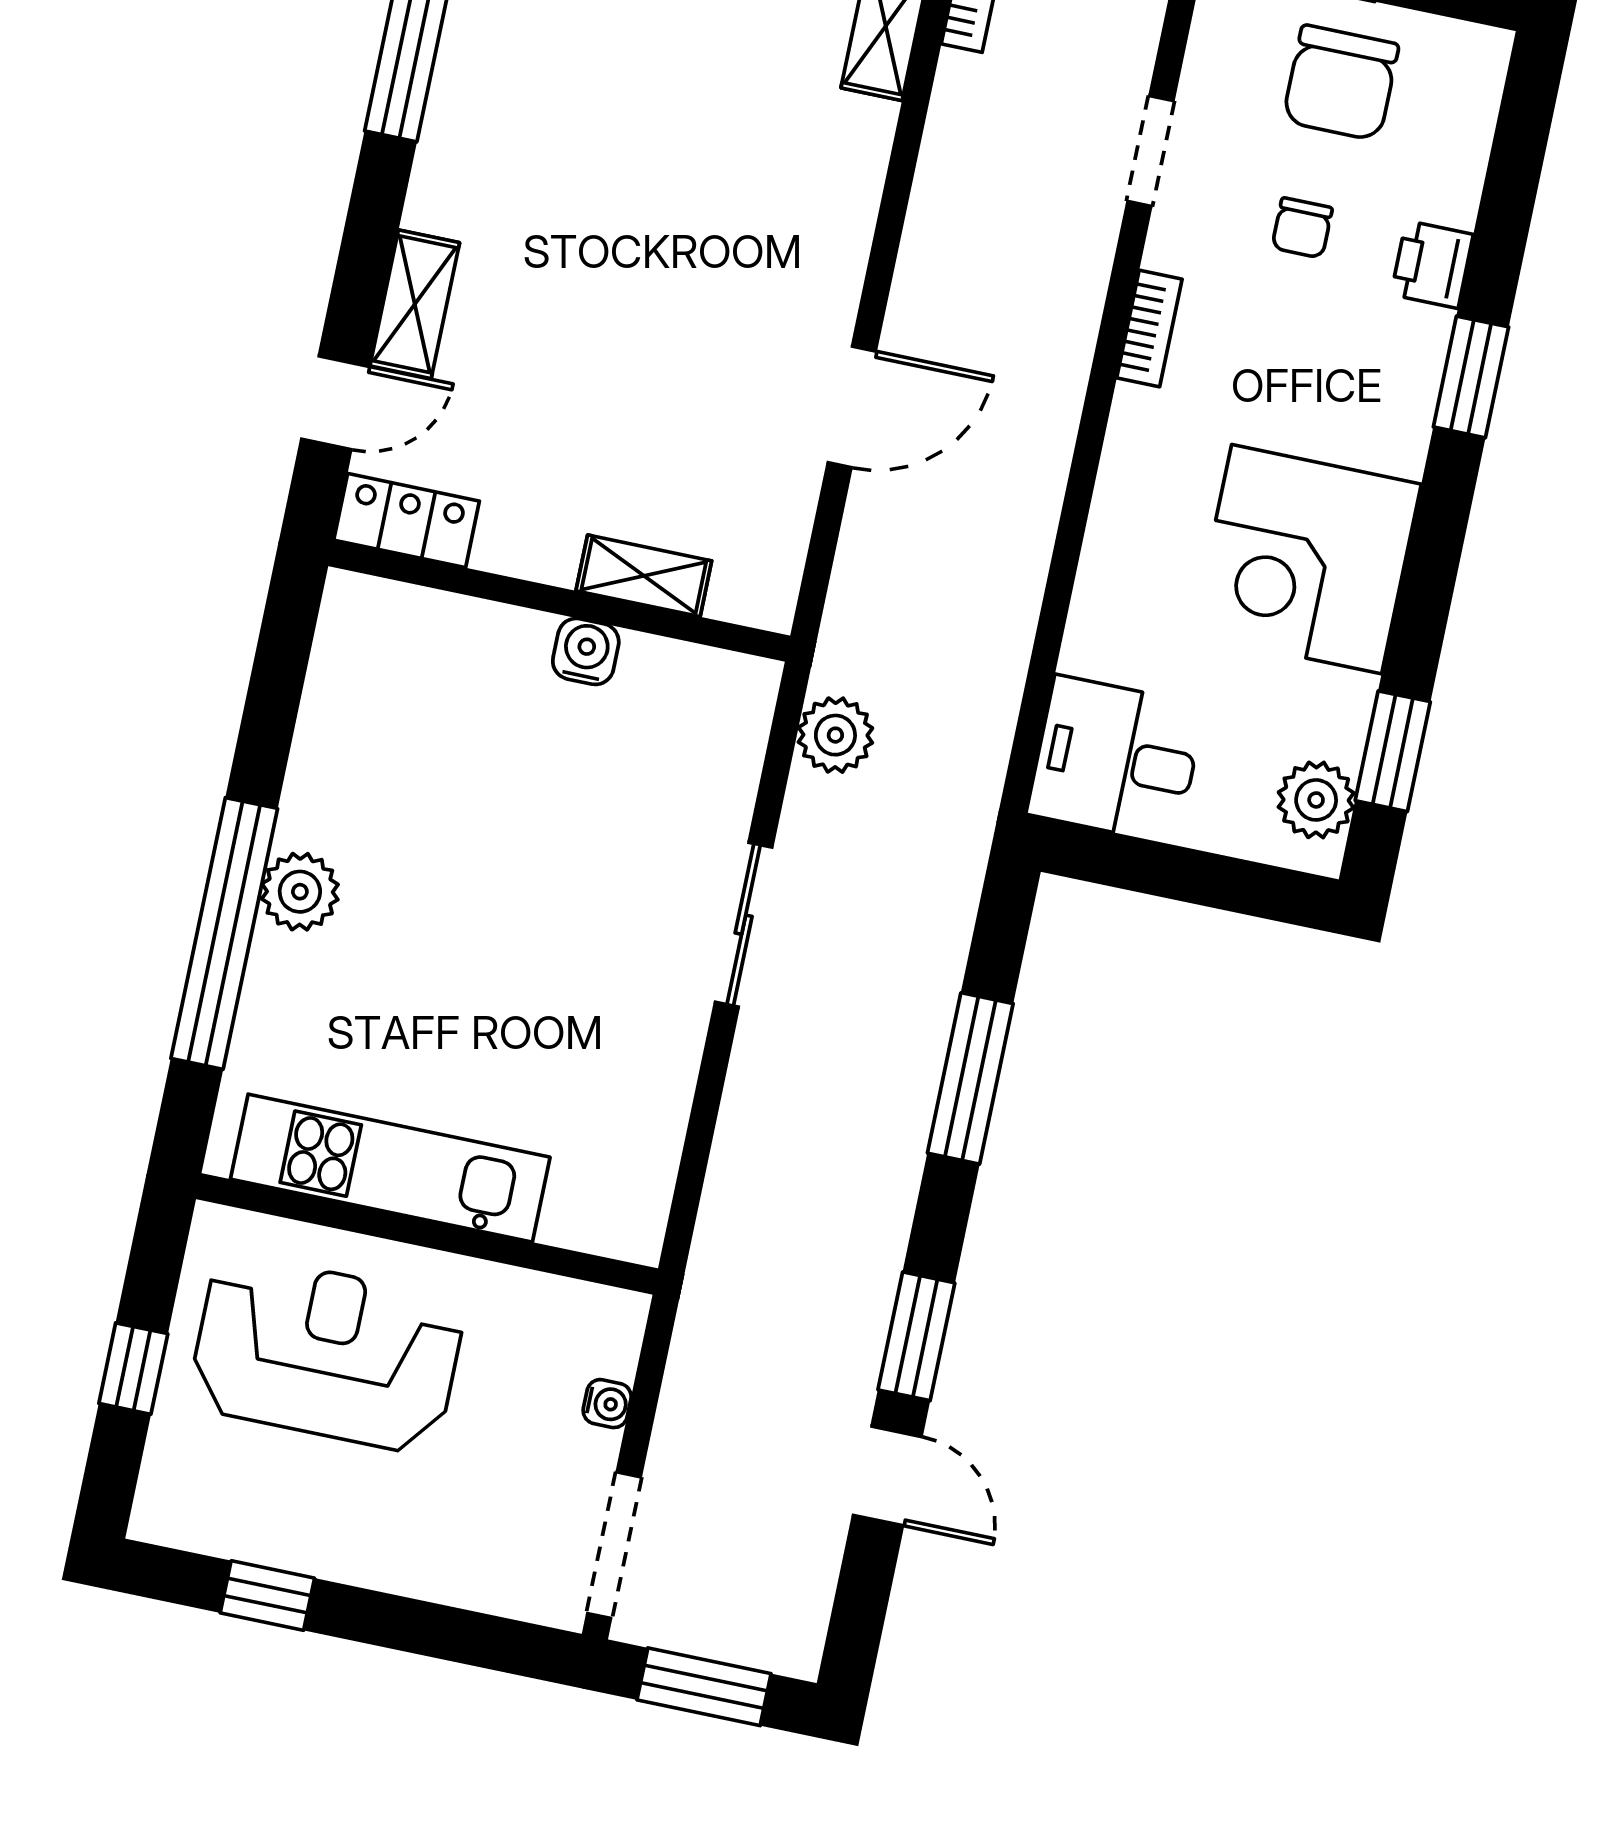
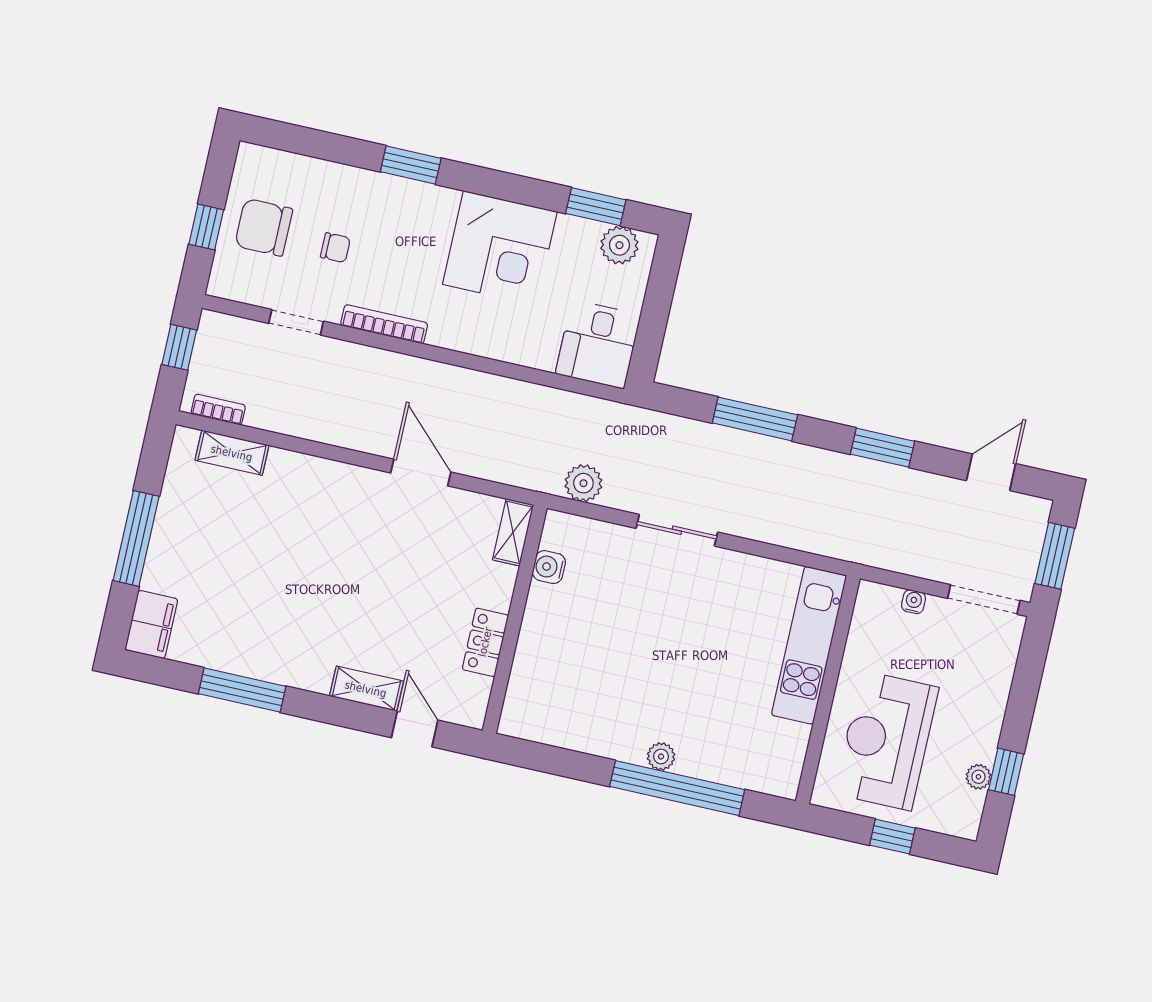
chair: (1341, 83) -> (264, 227), turned 180
printer: (1432, 264) -> (355, 183), removed
bookcase: (1149, 329) -> (384, 324), width x1.56
locker: (407, 521) -> (485, 642), moved
shelving: (644, 576) -> (513, 532), moved
water cooler: (586, 651) -> (549, 567), moved
plant: (300, 892) -> (661, 756), width x0.73, depth x0.73
kitchen unit: (390, 1168) -> (809, 645), moved
door: (887, 1476) -> (991, 472), moved
plant: (257, 1540) -> (978, 777), added

